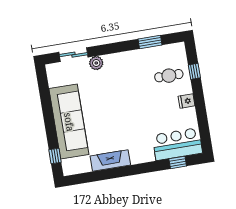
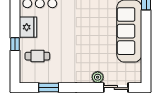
window: (194, 71) -> (15, 44), moved
fridge: (187, 101) -> (28, 27), width x1.88, depth x1.34

